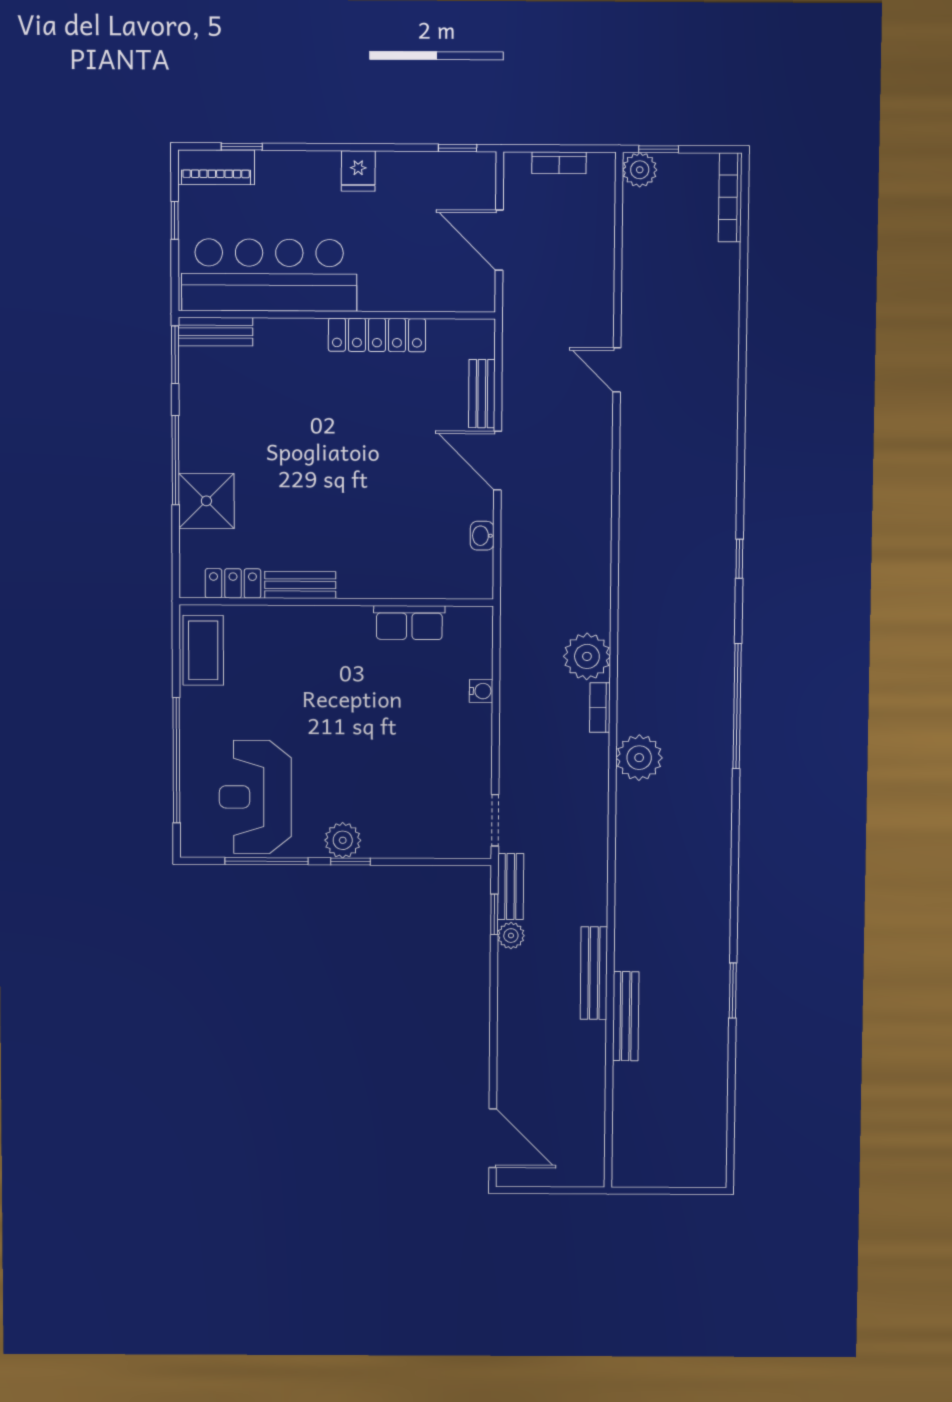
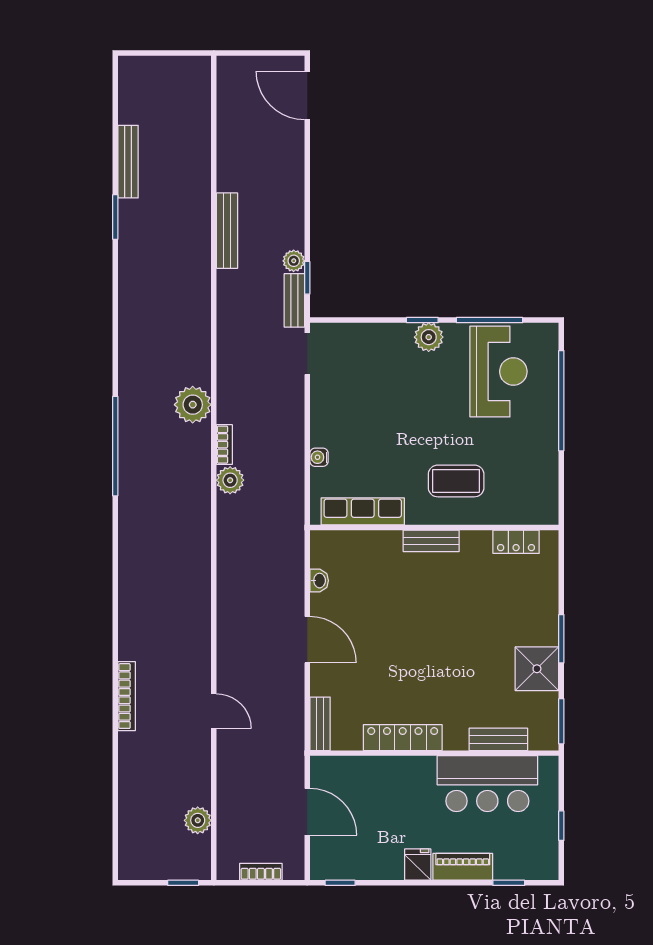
piano: (216, 167) -> (463, 867), moved
plant: (640, 170) -> (198, 820), moved
bookcase: (730, 197) -> (127, 696), moved
bar counter: (269, 275) -> (487, 784), width x0.73
bench: (216, 332) -> (498, 739), moved
bench: (482, 394) -> (320, 724), moved
window: (175, 460) -> (561, 639), width x0.69
shower: (206, 501) -> (537, 669), moved
window: (739, 559) -> (115, 563), removed
bench: (300, 585) -> (431, 541), moved
row of seats: (409, 623) -> (363, 511), width x1.48
coffee table: (203, 650) -> (456, 481), moved, turned 90
plant: (587, 656) -> (230, 480), width x0.73, depth x0.73
bench: (626, 1016) -> (128, 162), moved

